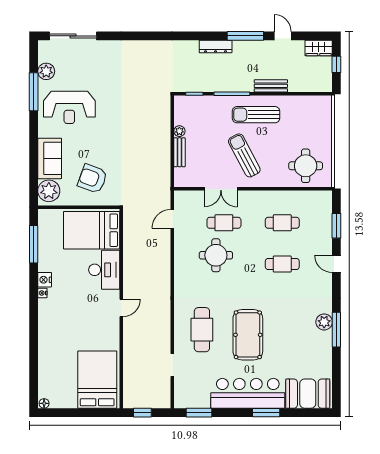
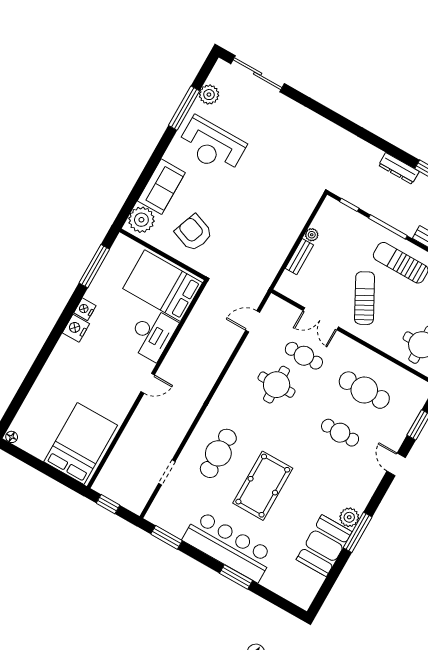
cafe table: (282, 223) -> (364, 390), width x1.37, depth x1.35
nightstand: (42, 293) -> (76, 328), width x1.89, depth x1.79
booth: (308, 394) -> (324, 546), moved, turned 90

